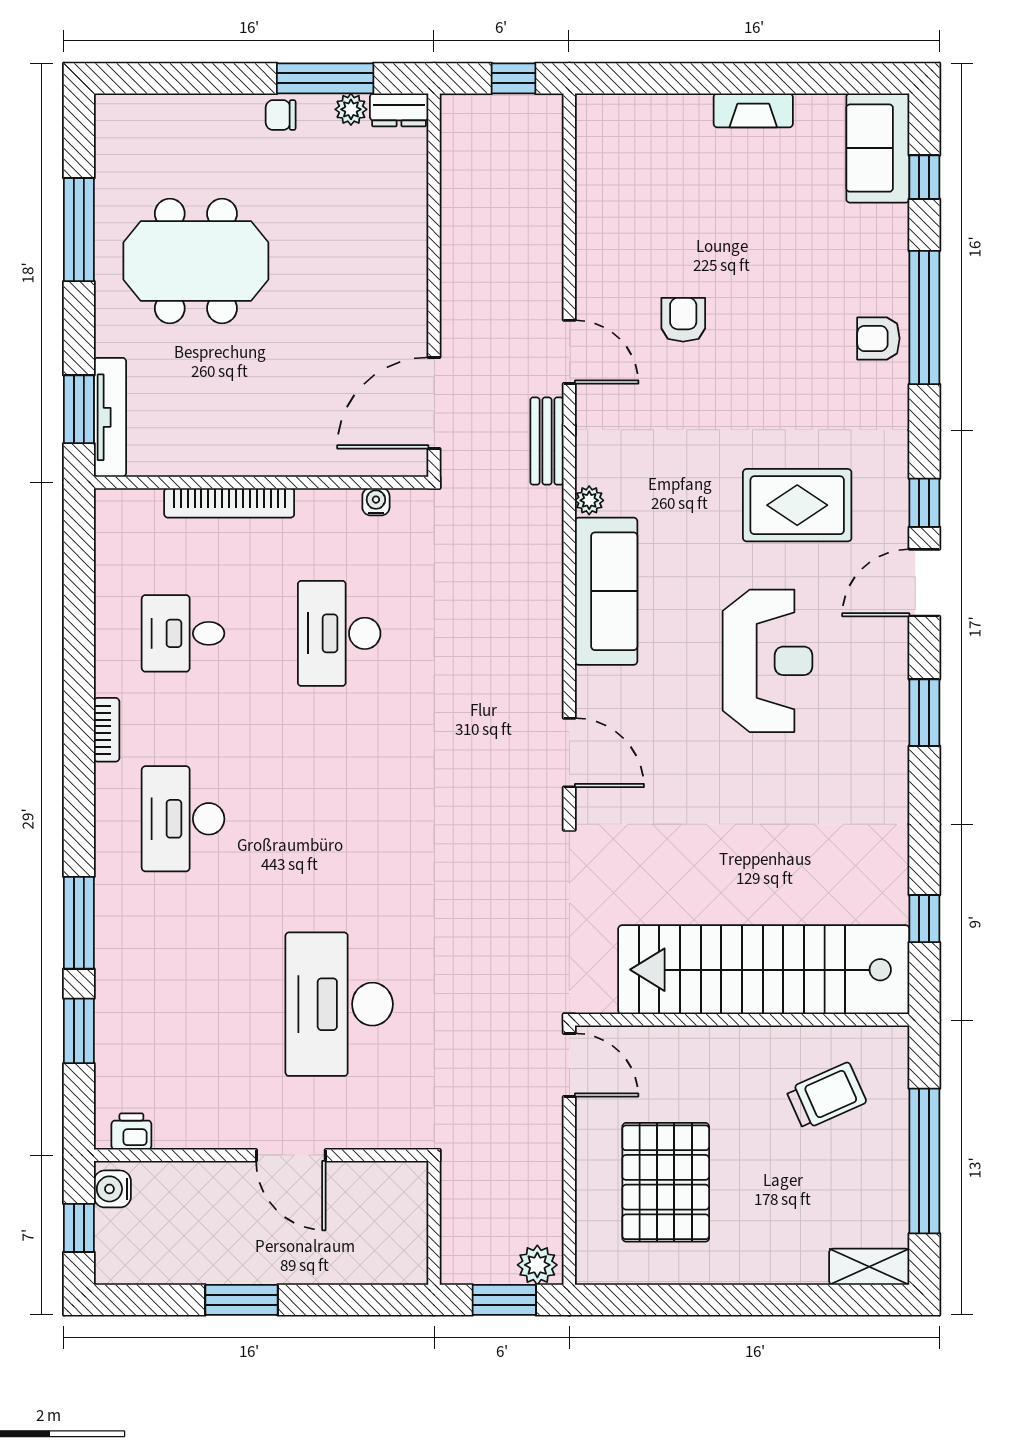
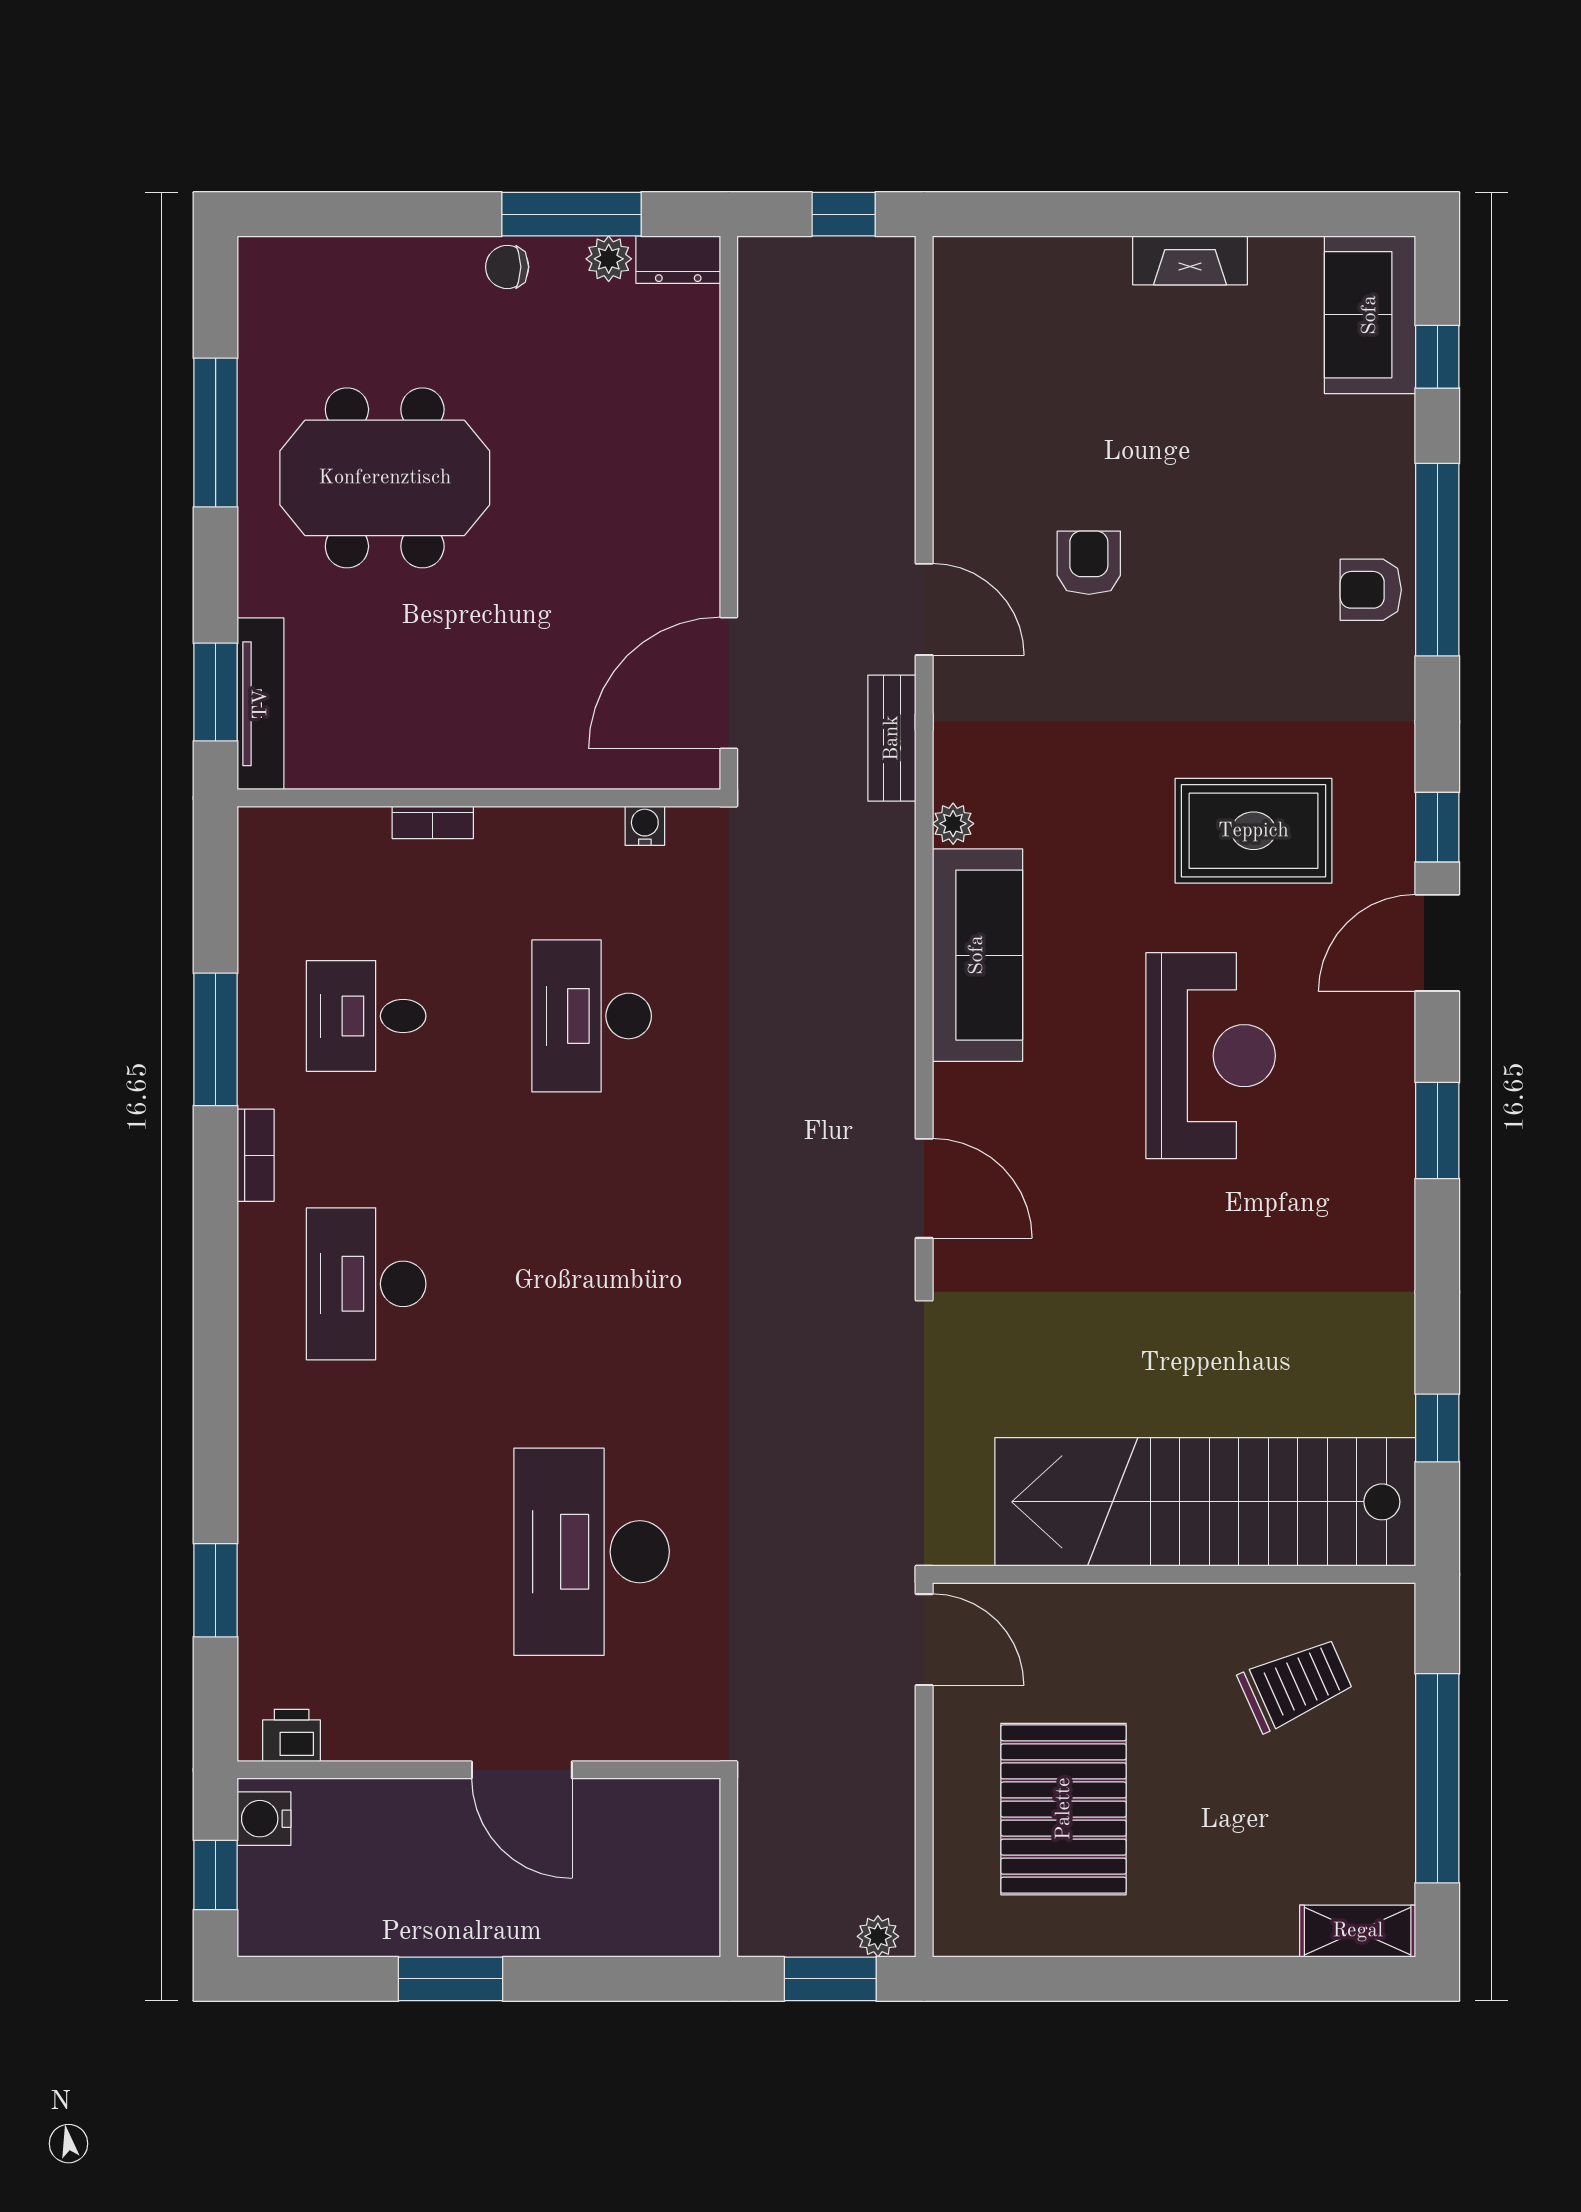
bookcase: (229, 503) -> (433, 822), width x0.43, depth x0.76
window: (79, 923) -> (216, 1039), moved
plant: (537, 1265) -> (878, 1936), width x0.73, depth x0.73

